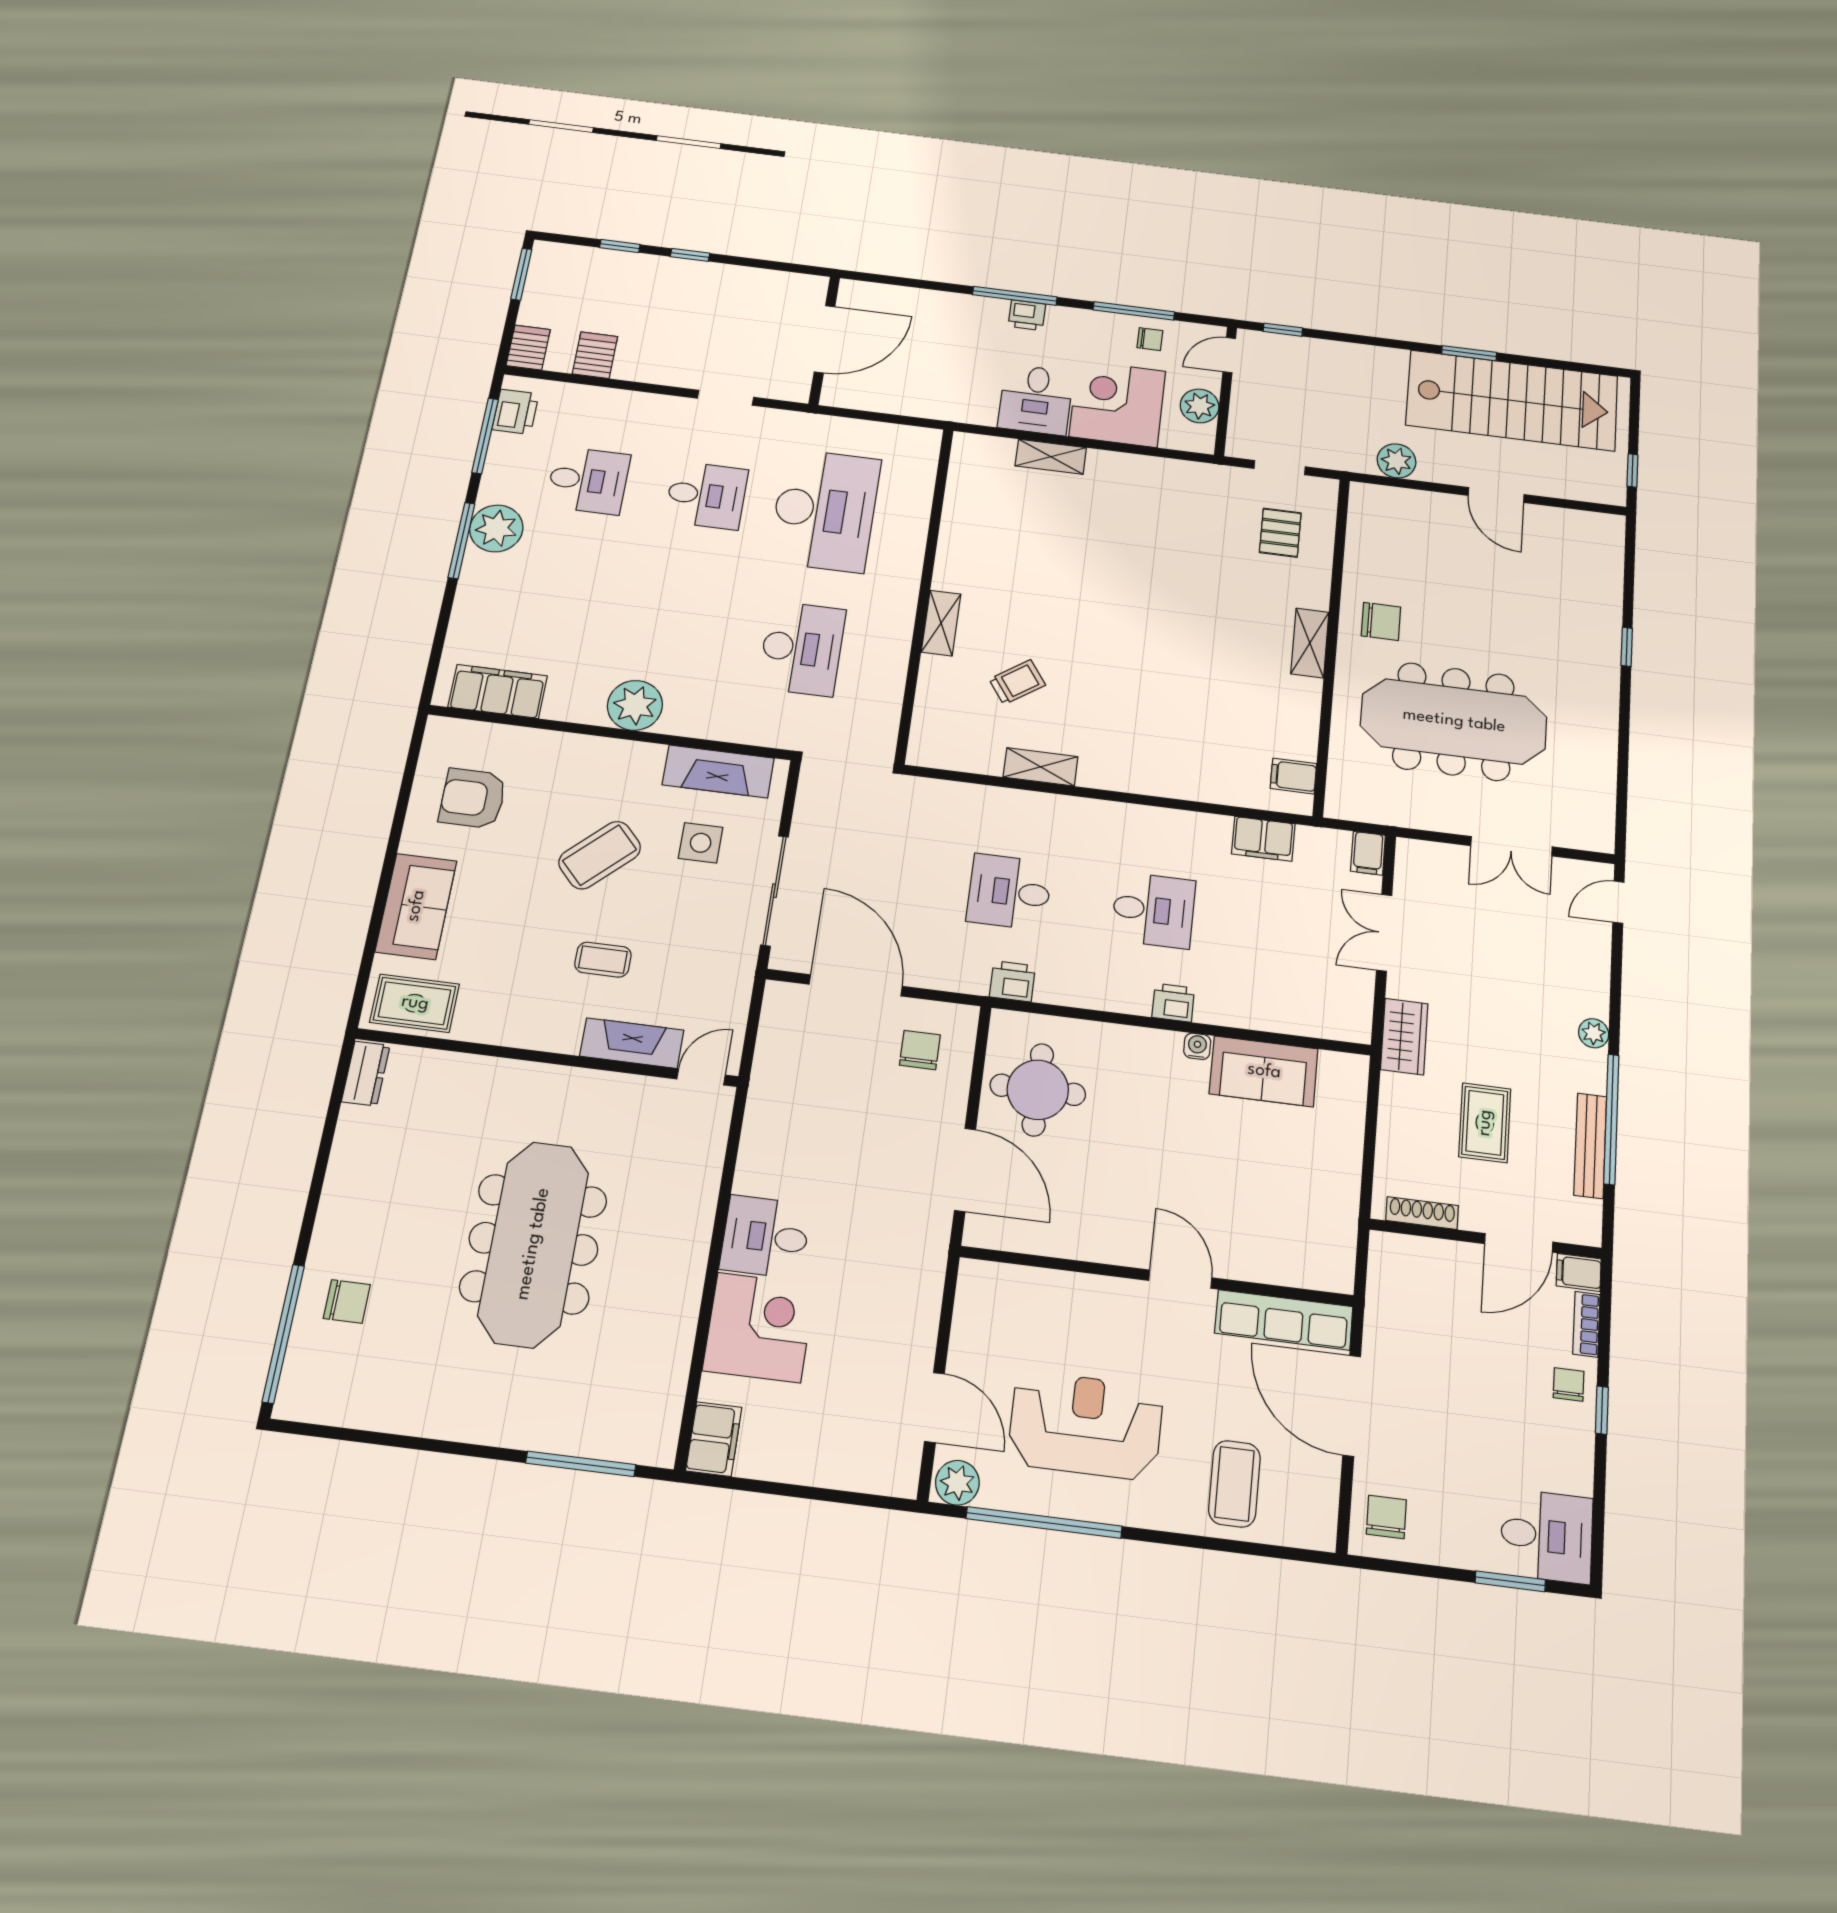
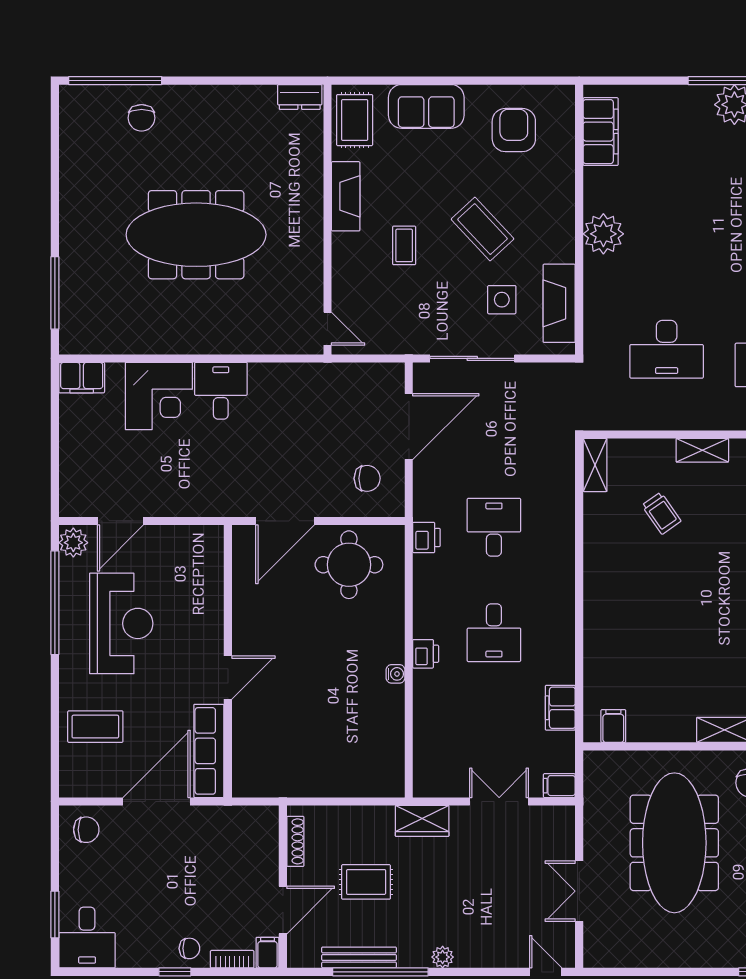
shelving: (1040, 767) -> (595, 465), moved
fireplace: (632, 1043) -> (346, 196), moved
sofa: (1264, 1071) -> (383, 723), removed
door: (1519, 1243) -> (283, 910), swing flipped

